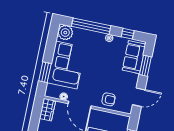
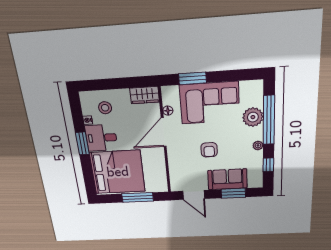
plant: (65, 33) -> (253, 117), moved
sofa: (134, 57) -> (227, 179), moved
armchair: (108, 99) -> (209, 150), moved

